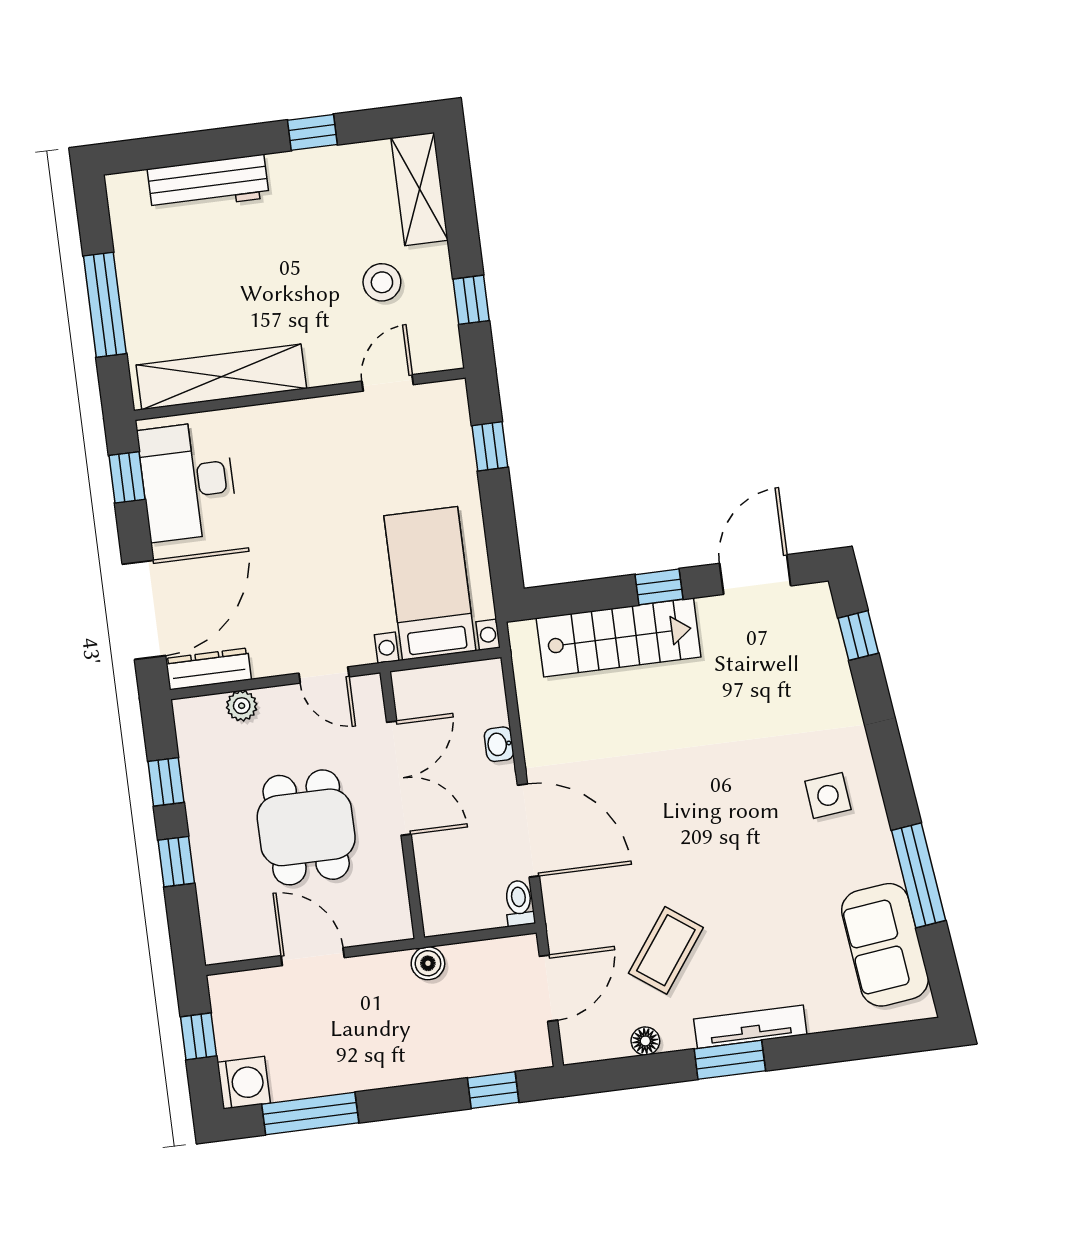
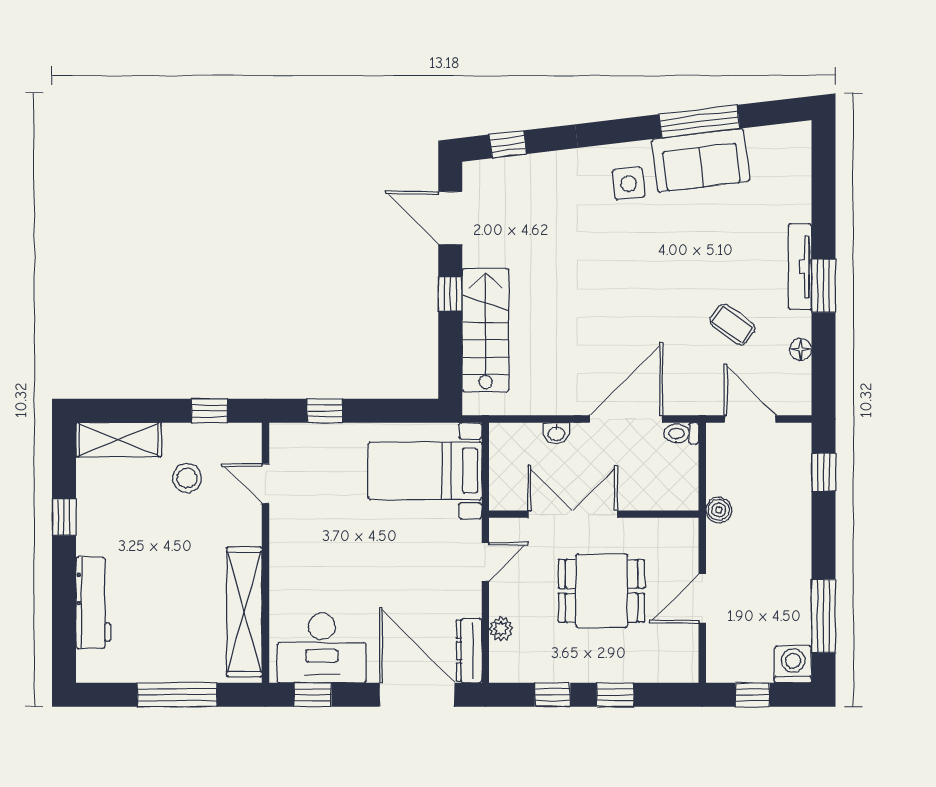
sofa: (885, 945) -> (701, 160), moved
coffee table: (666, 950) -> (732, 324), width x0.73, depth x0.77

